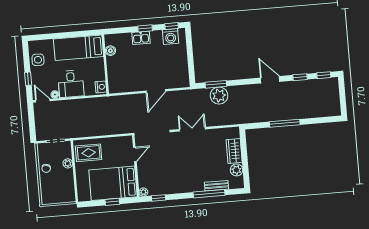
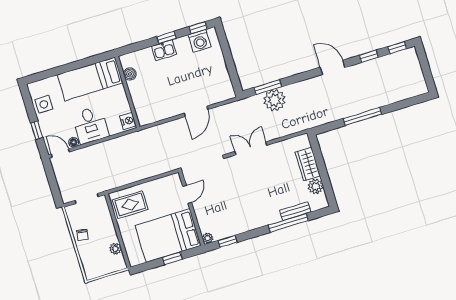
plant: (68, 163) -> (115, 249), moved

